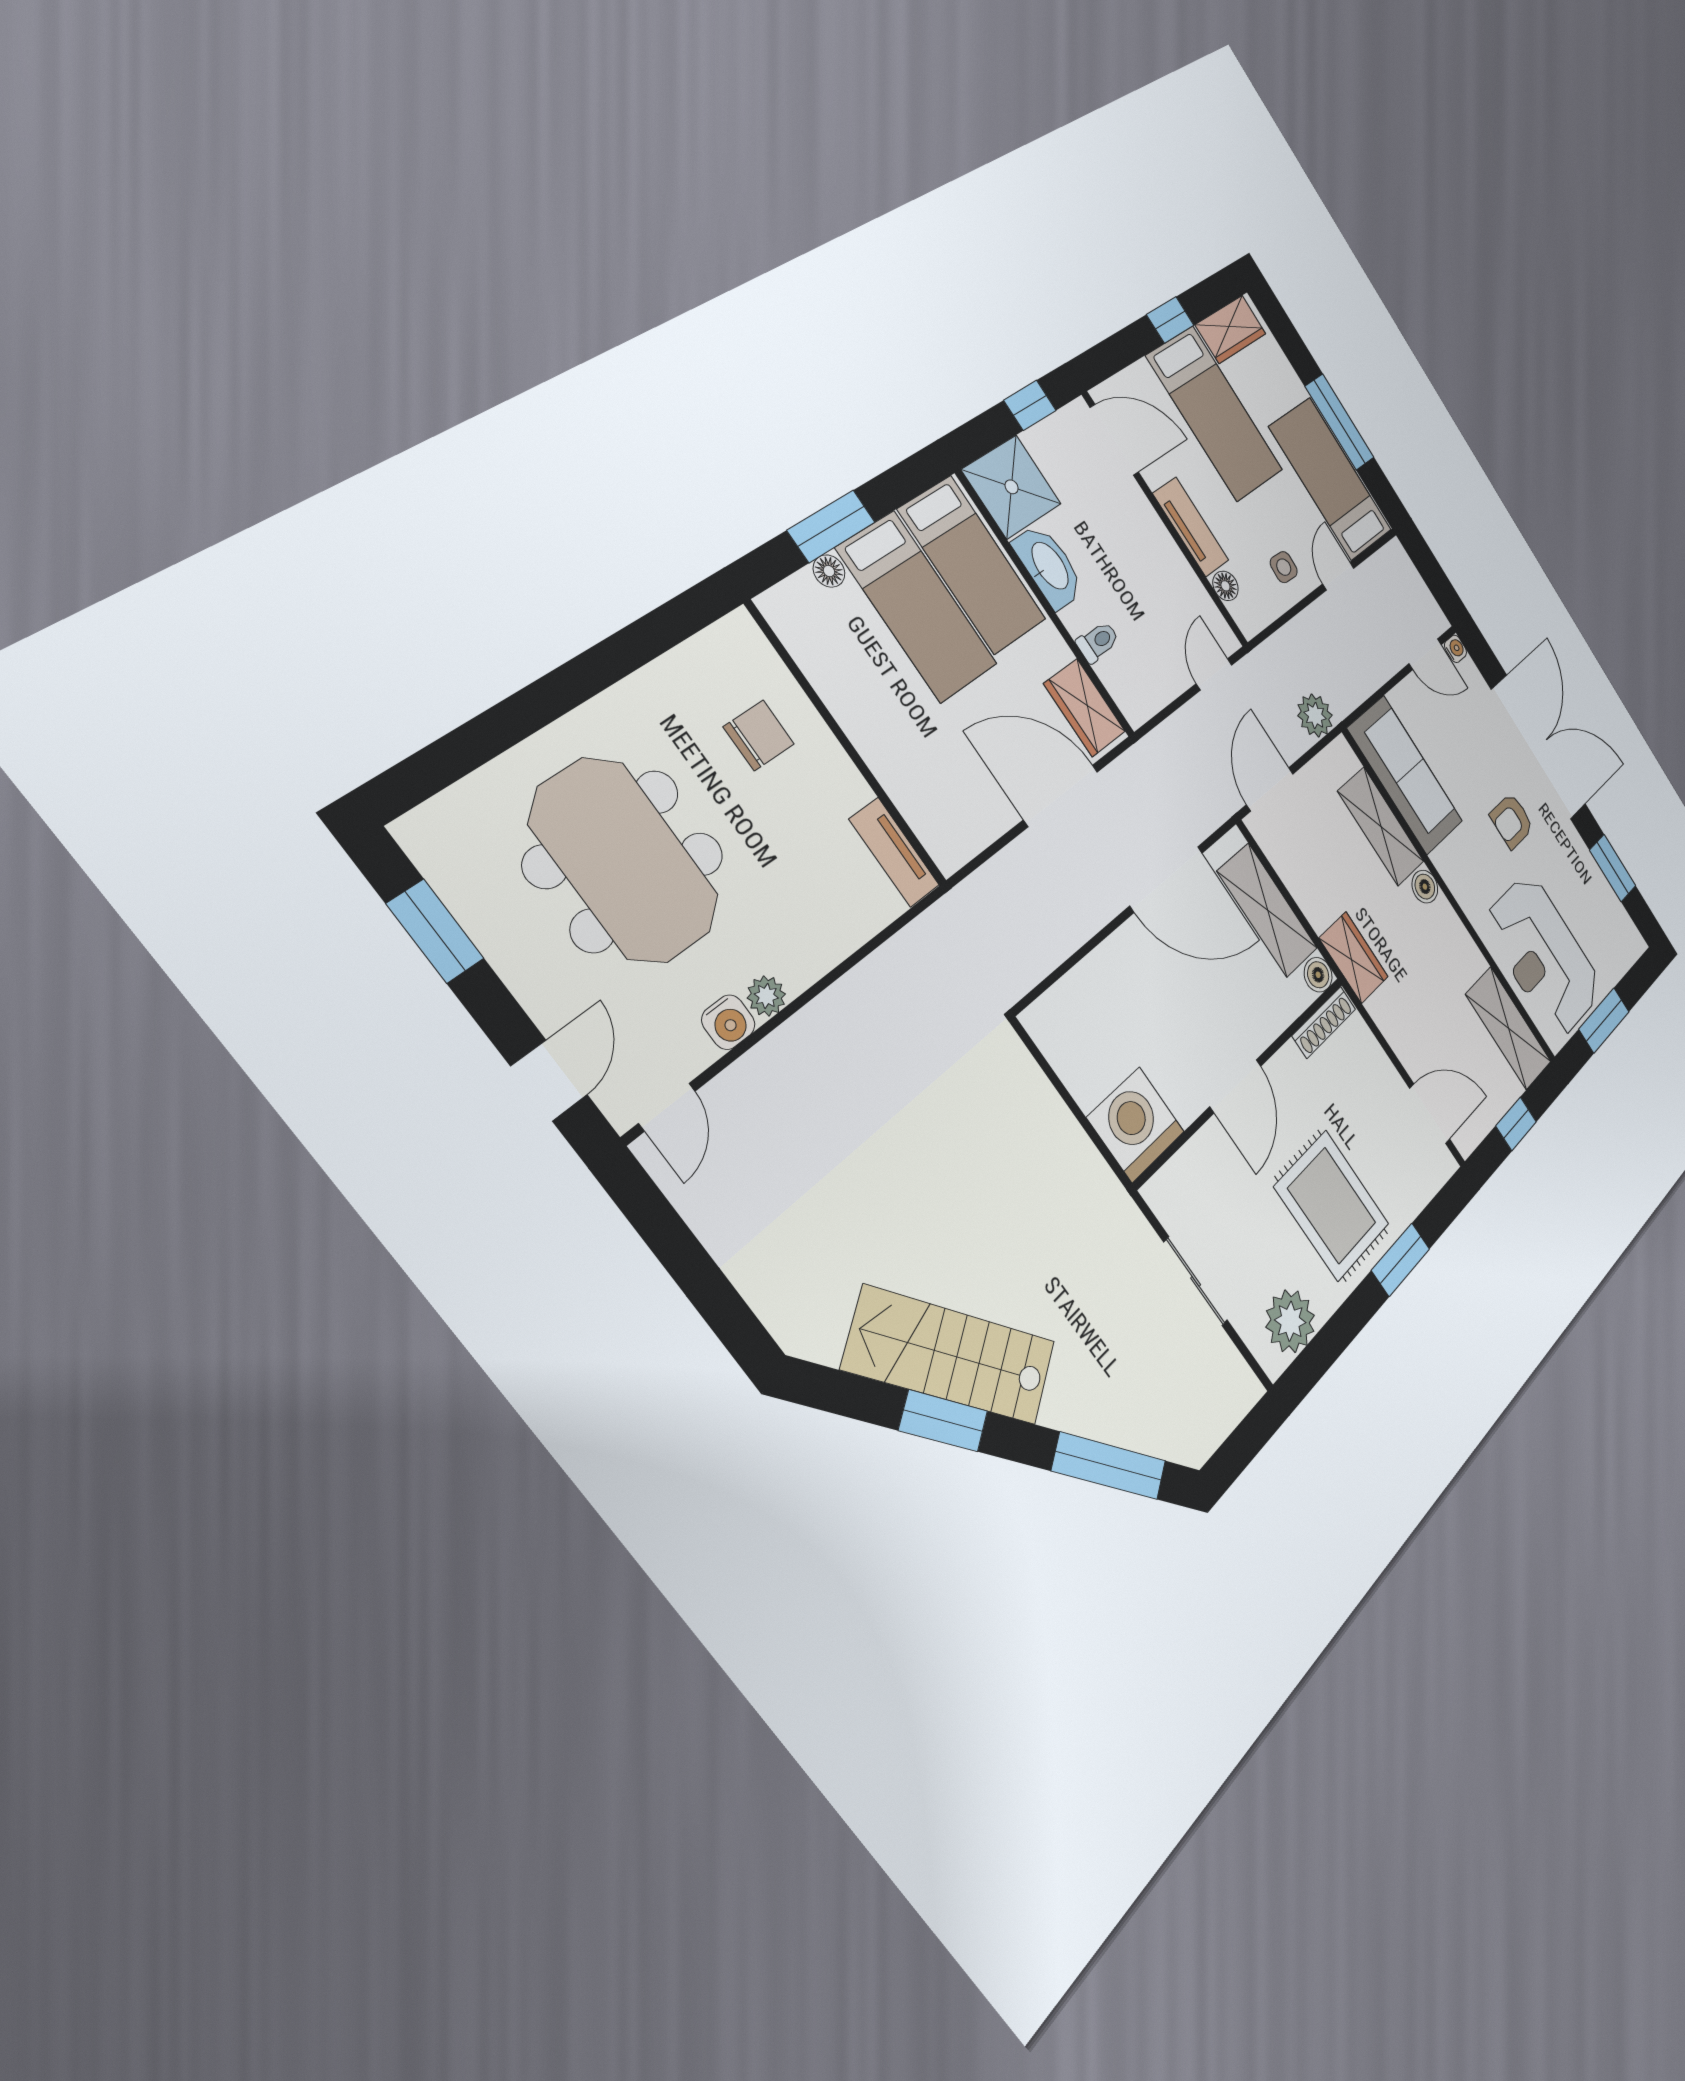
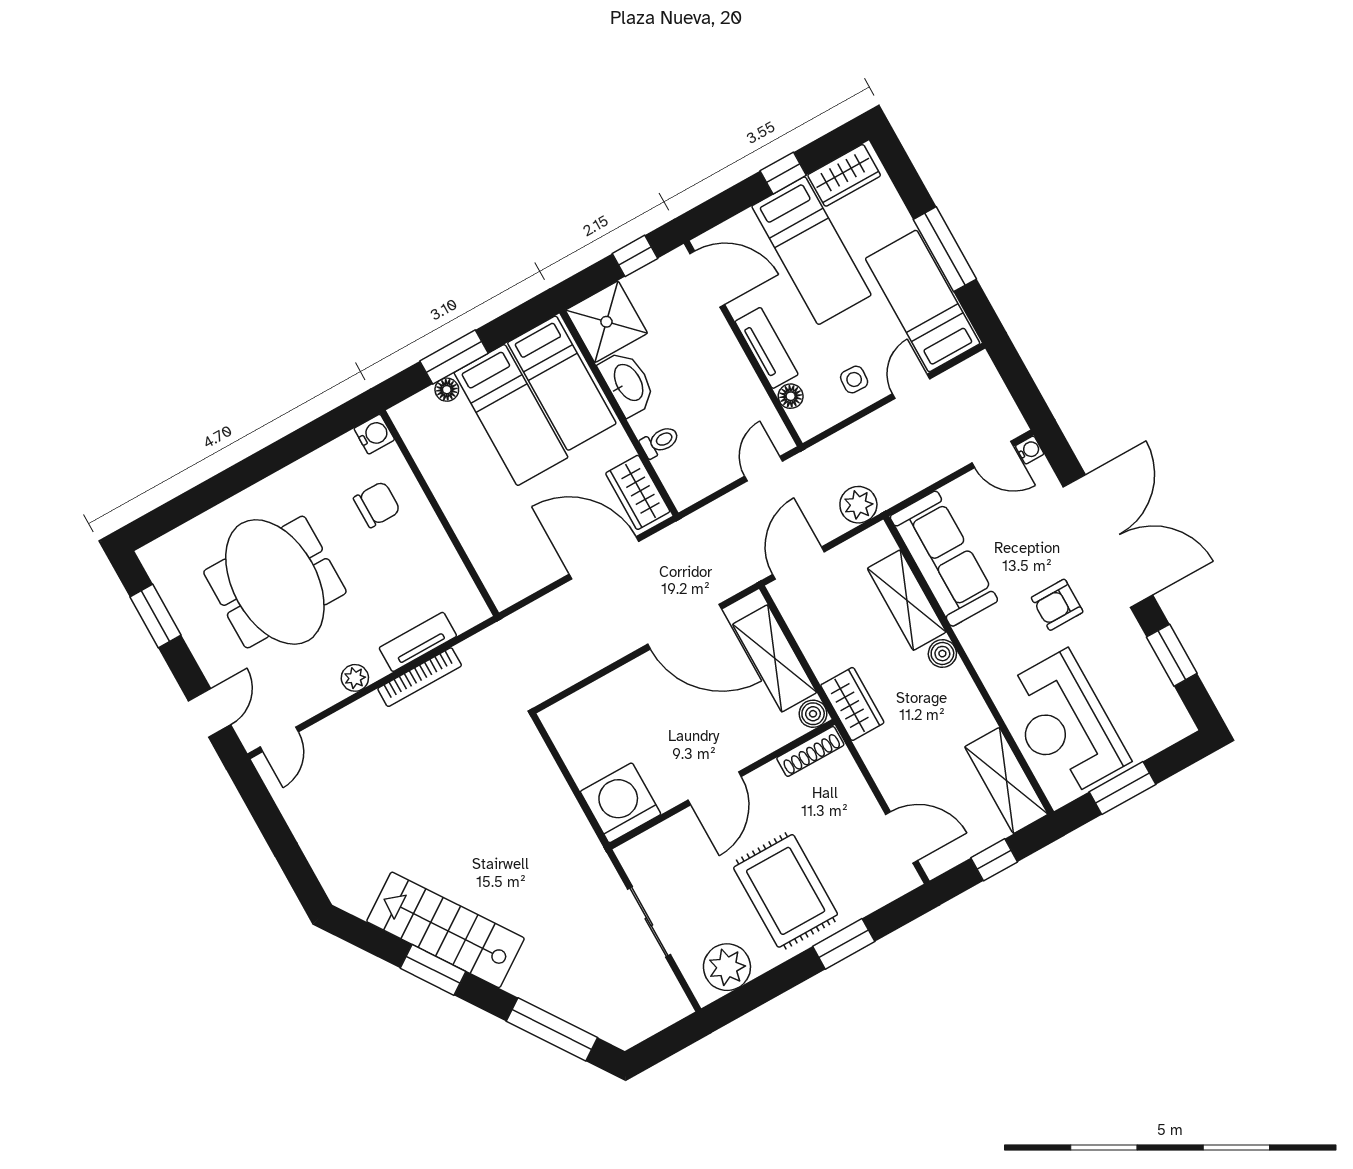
tv unit: (894, 852) -> (418, 642), moved, turned 90
bookcase: (857, 984) -> (420, 677), added
water cooler: (728, 1022) -> (374, 434), moved, turned -90

